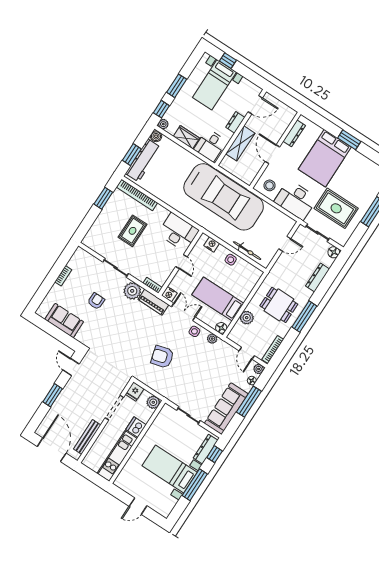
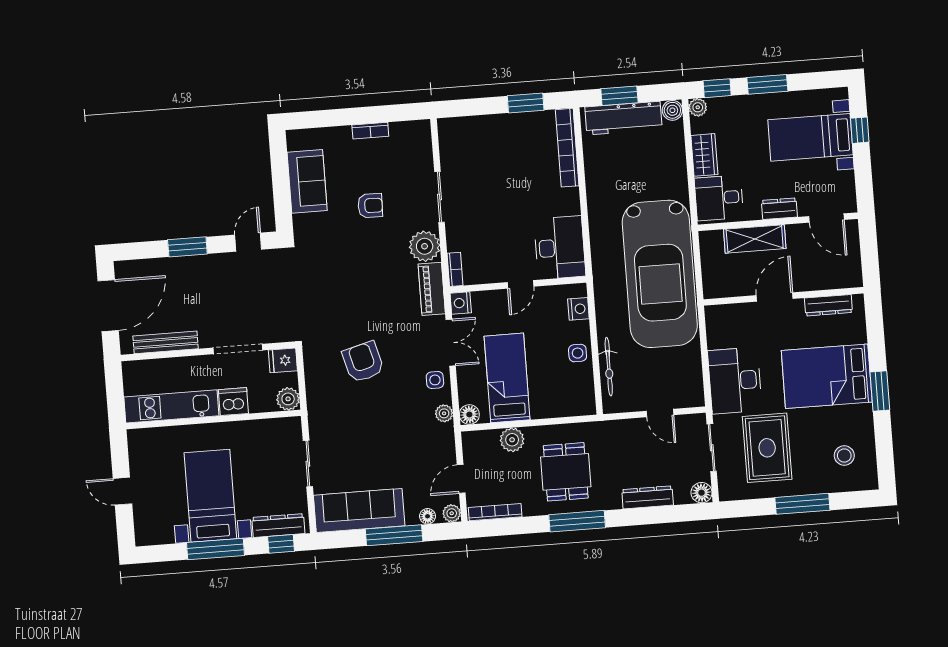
stool: (270, 185) -> (844, 456), moved
rug: (133, 231) -> (511, 181), removed

